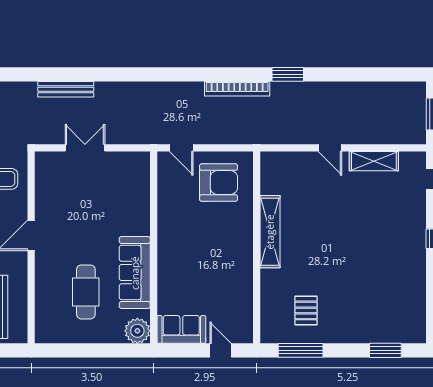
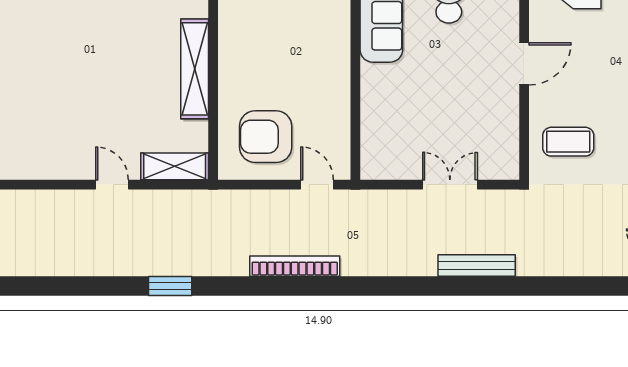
bookcase: (237, 89) -> (295, 266), moved
double door: (85, 148) -> (450, 185), swing flipped
shelving: (374, 161) -> (175, 166), moved

